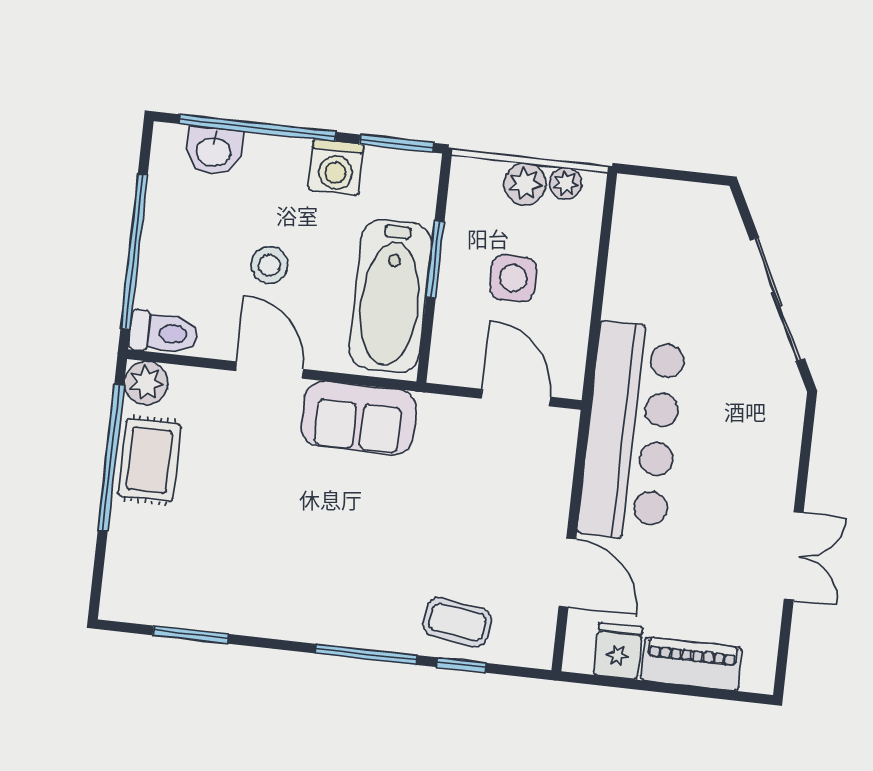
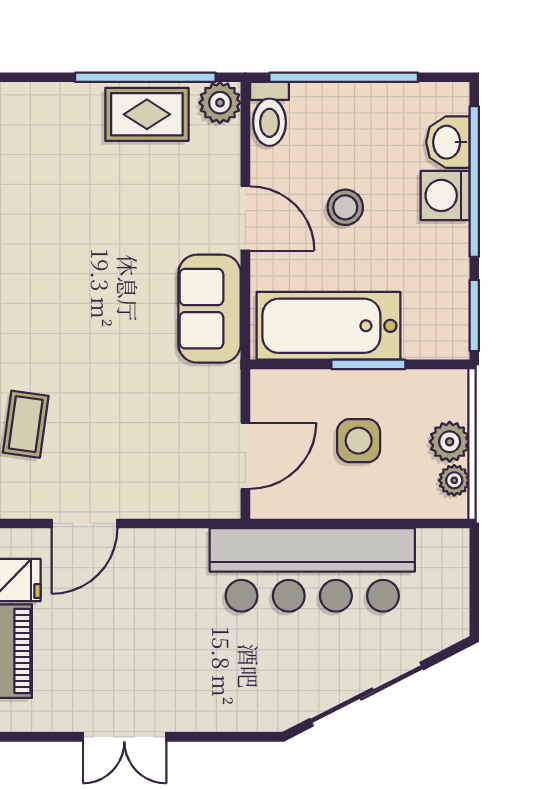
washing machine: (336, 167) -> (445, 195), moved
door: (269, 370) -> (245, 218), hinge flipped
bar counter: (632, 431) -> (312, 570), moved

